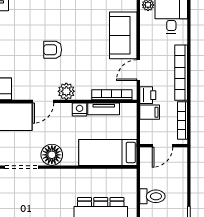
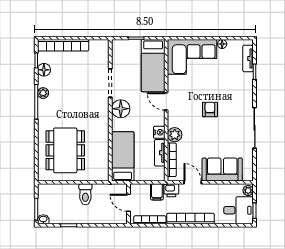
plant: (66, 91) -> (175, 135), moved

